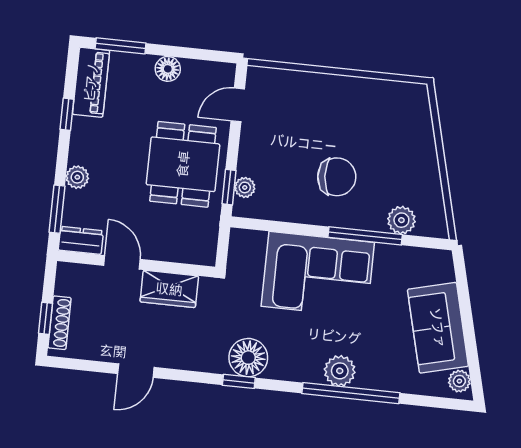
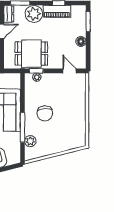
piano: (91, 82) -> (57, 11), moved
dining table: (183, 164) -> (31, 54), moved
plant: (77, 177) -> (34, 14), width x1.87, depth x1.87

